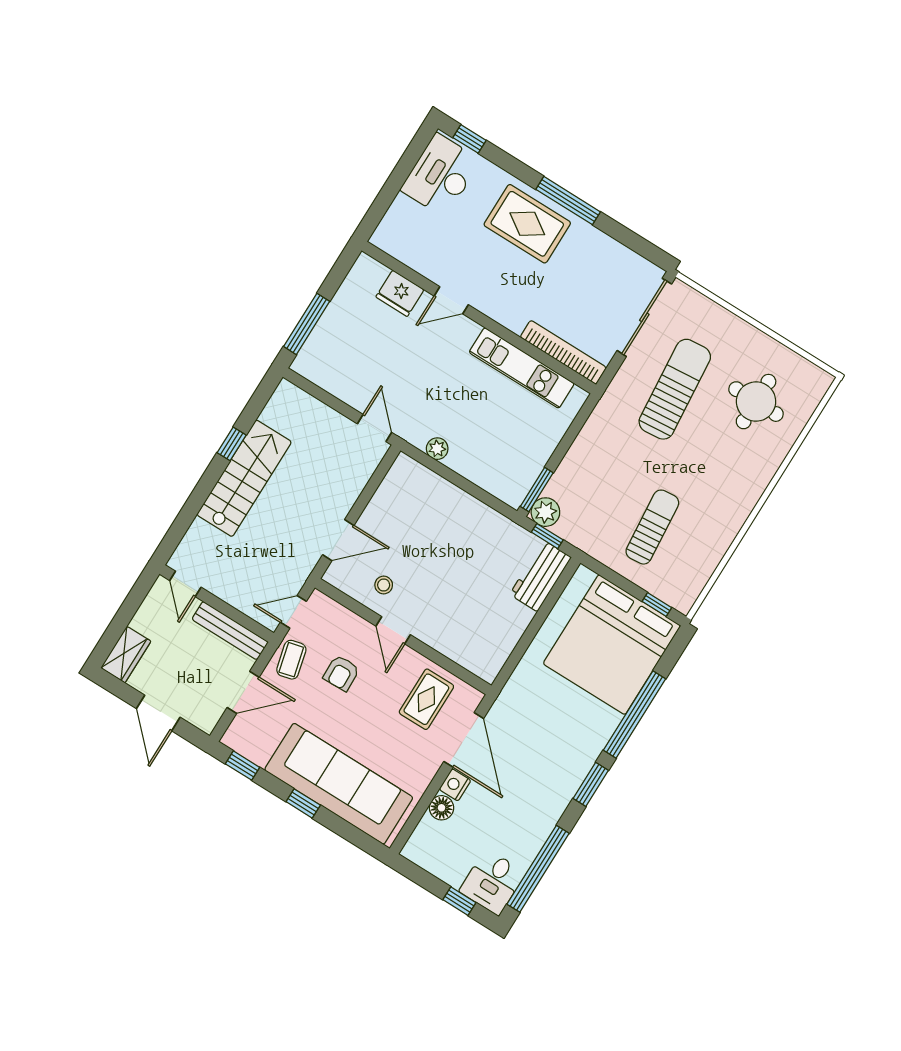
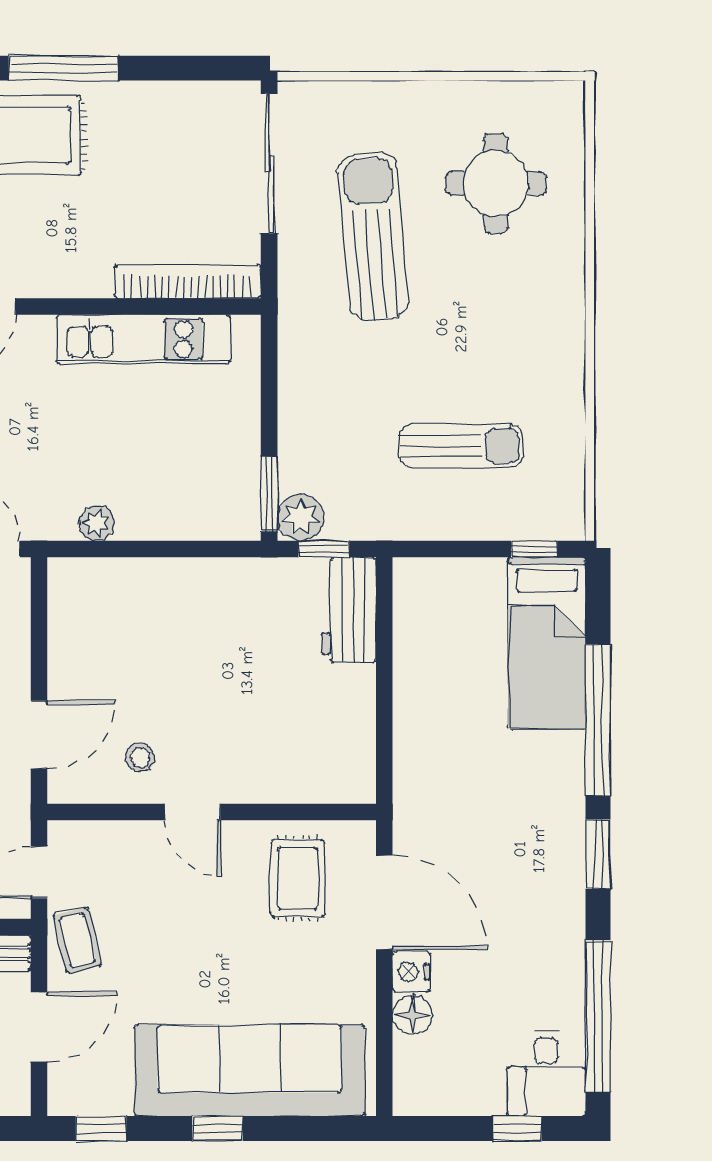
sun lounger: (652, 527) -> (461, 446), turned 95
bed: (612, 645) -> (547, 643), width x0.49
armchair: (341, 673) -> (158, 916), removed

